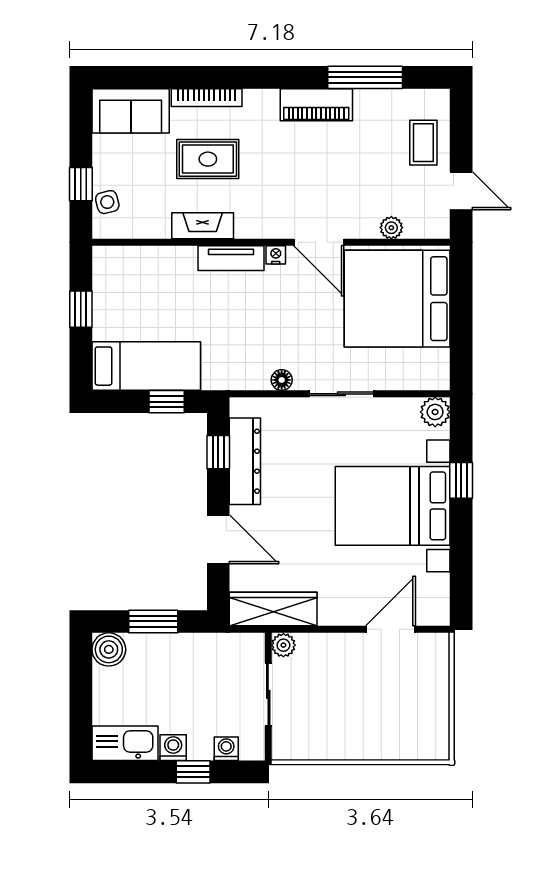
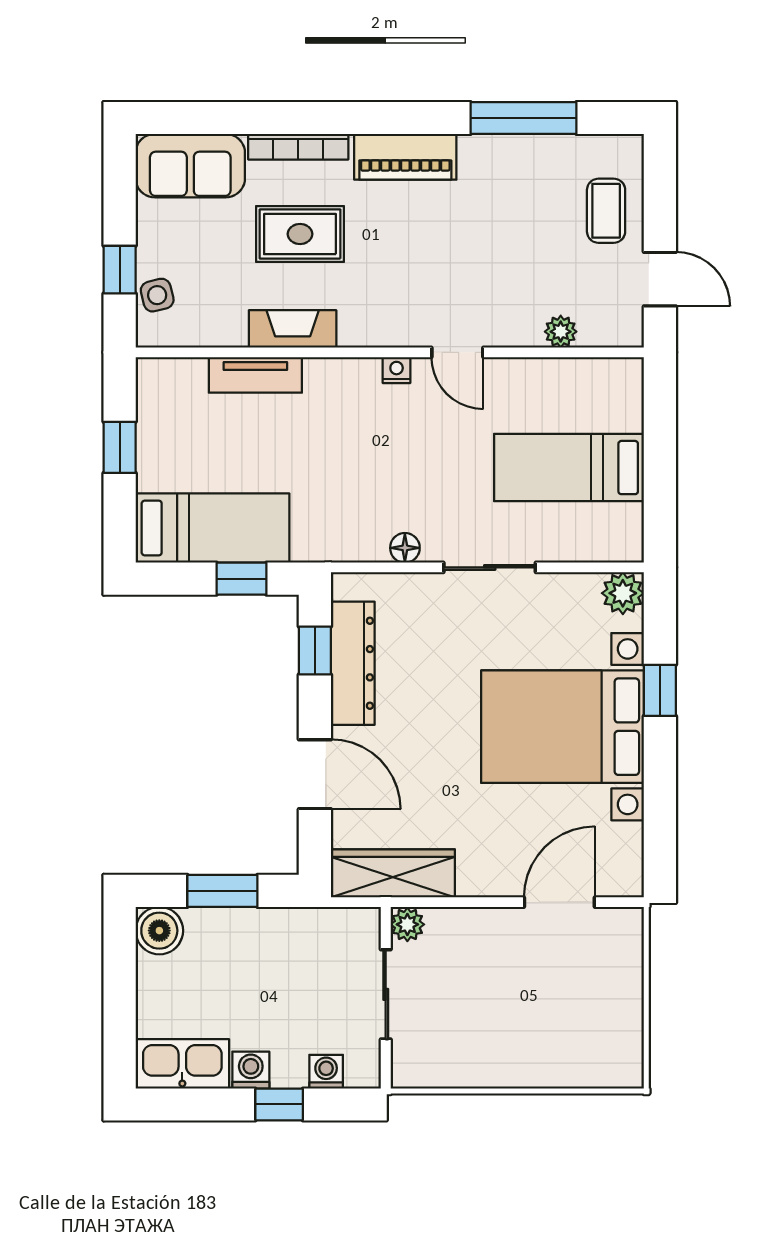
piano: (316, 105) -> (405, 157), moved
door: (319, 242) -> (457, 352), width x0.73
tv unit: (231, 258) -> (255, 375), moved
bed: (397, 299) -> (569, 468), width x0.49

